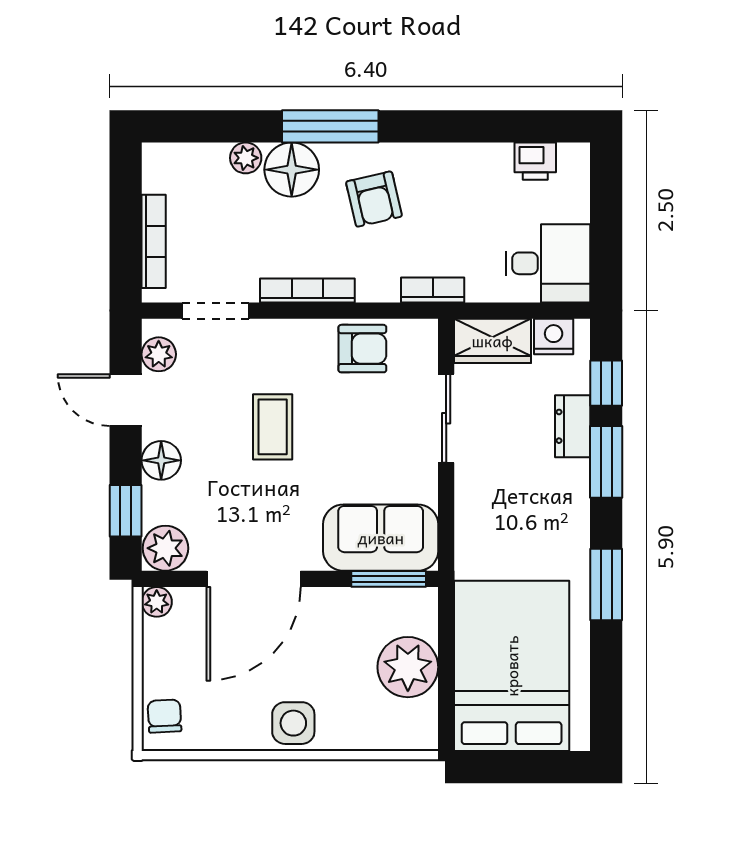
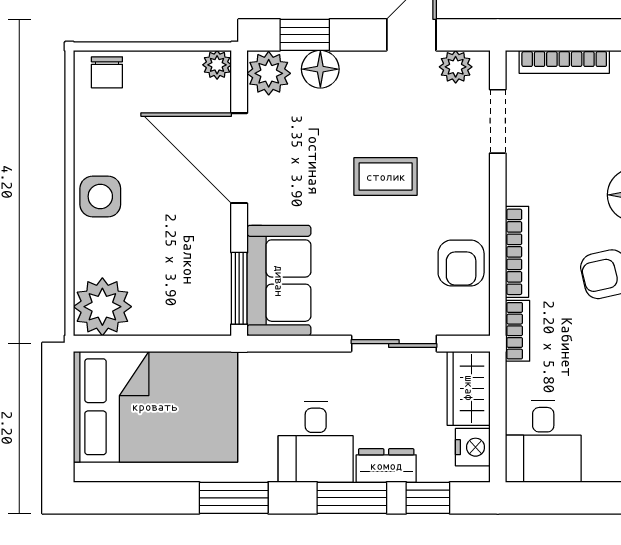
bookcase: (307, 290) -> (517, 252), moved
floor lamp: (161, 460) -> (320, 69), moved
desk: (548, 499) -> (316, 442), added
plant: (408, 667) -> (102, 307), moved
chair: (164, 716) -> (107, 72), turned 93

